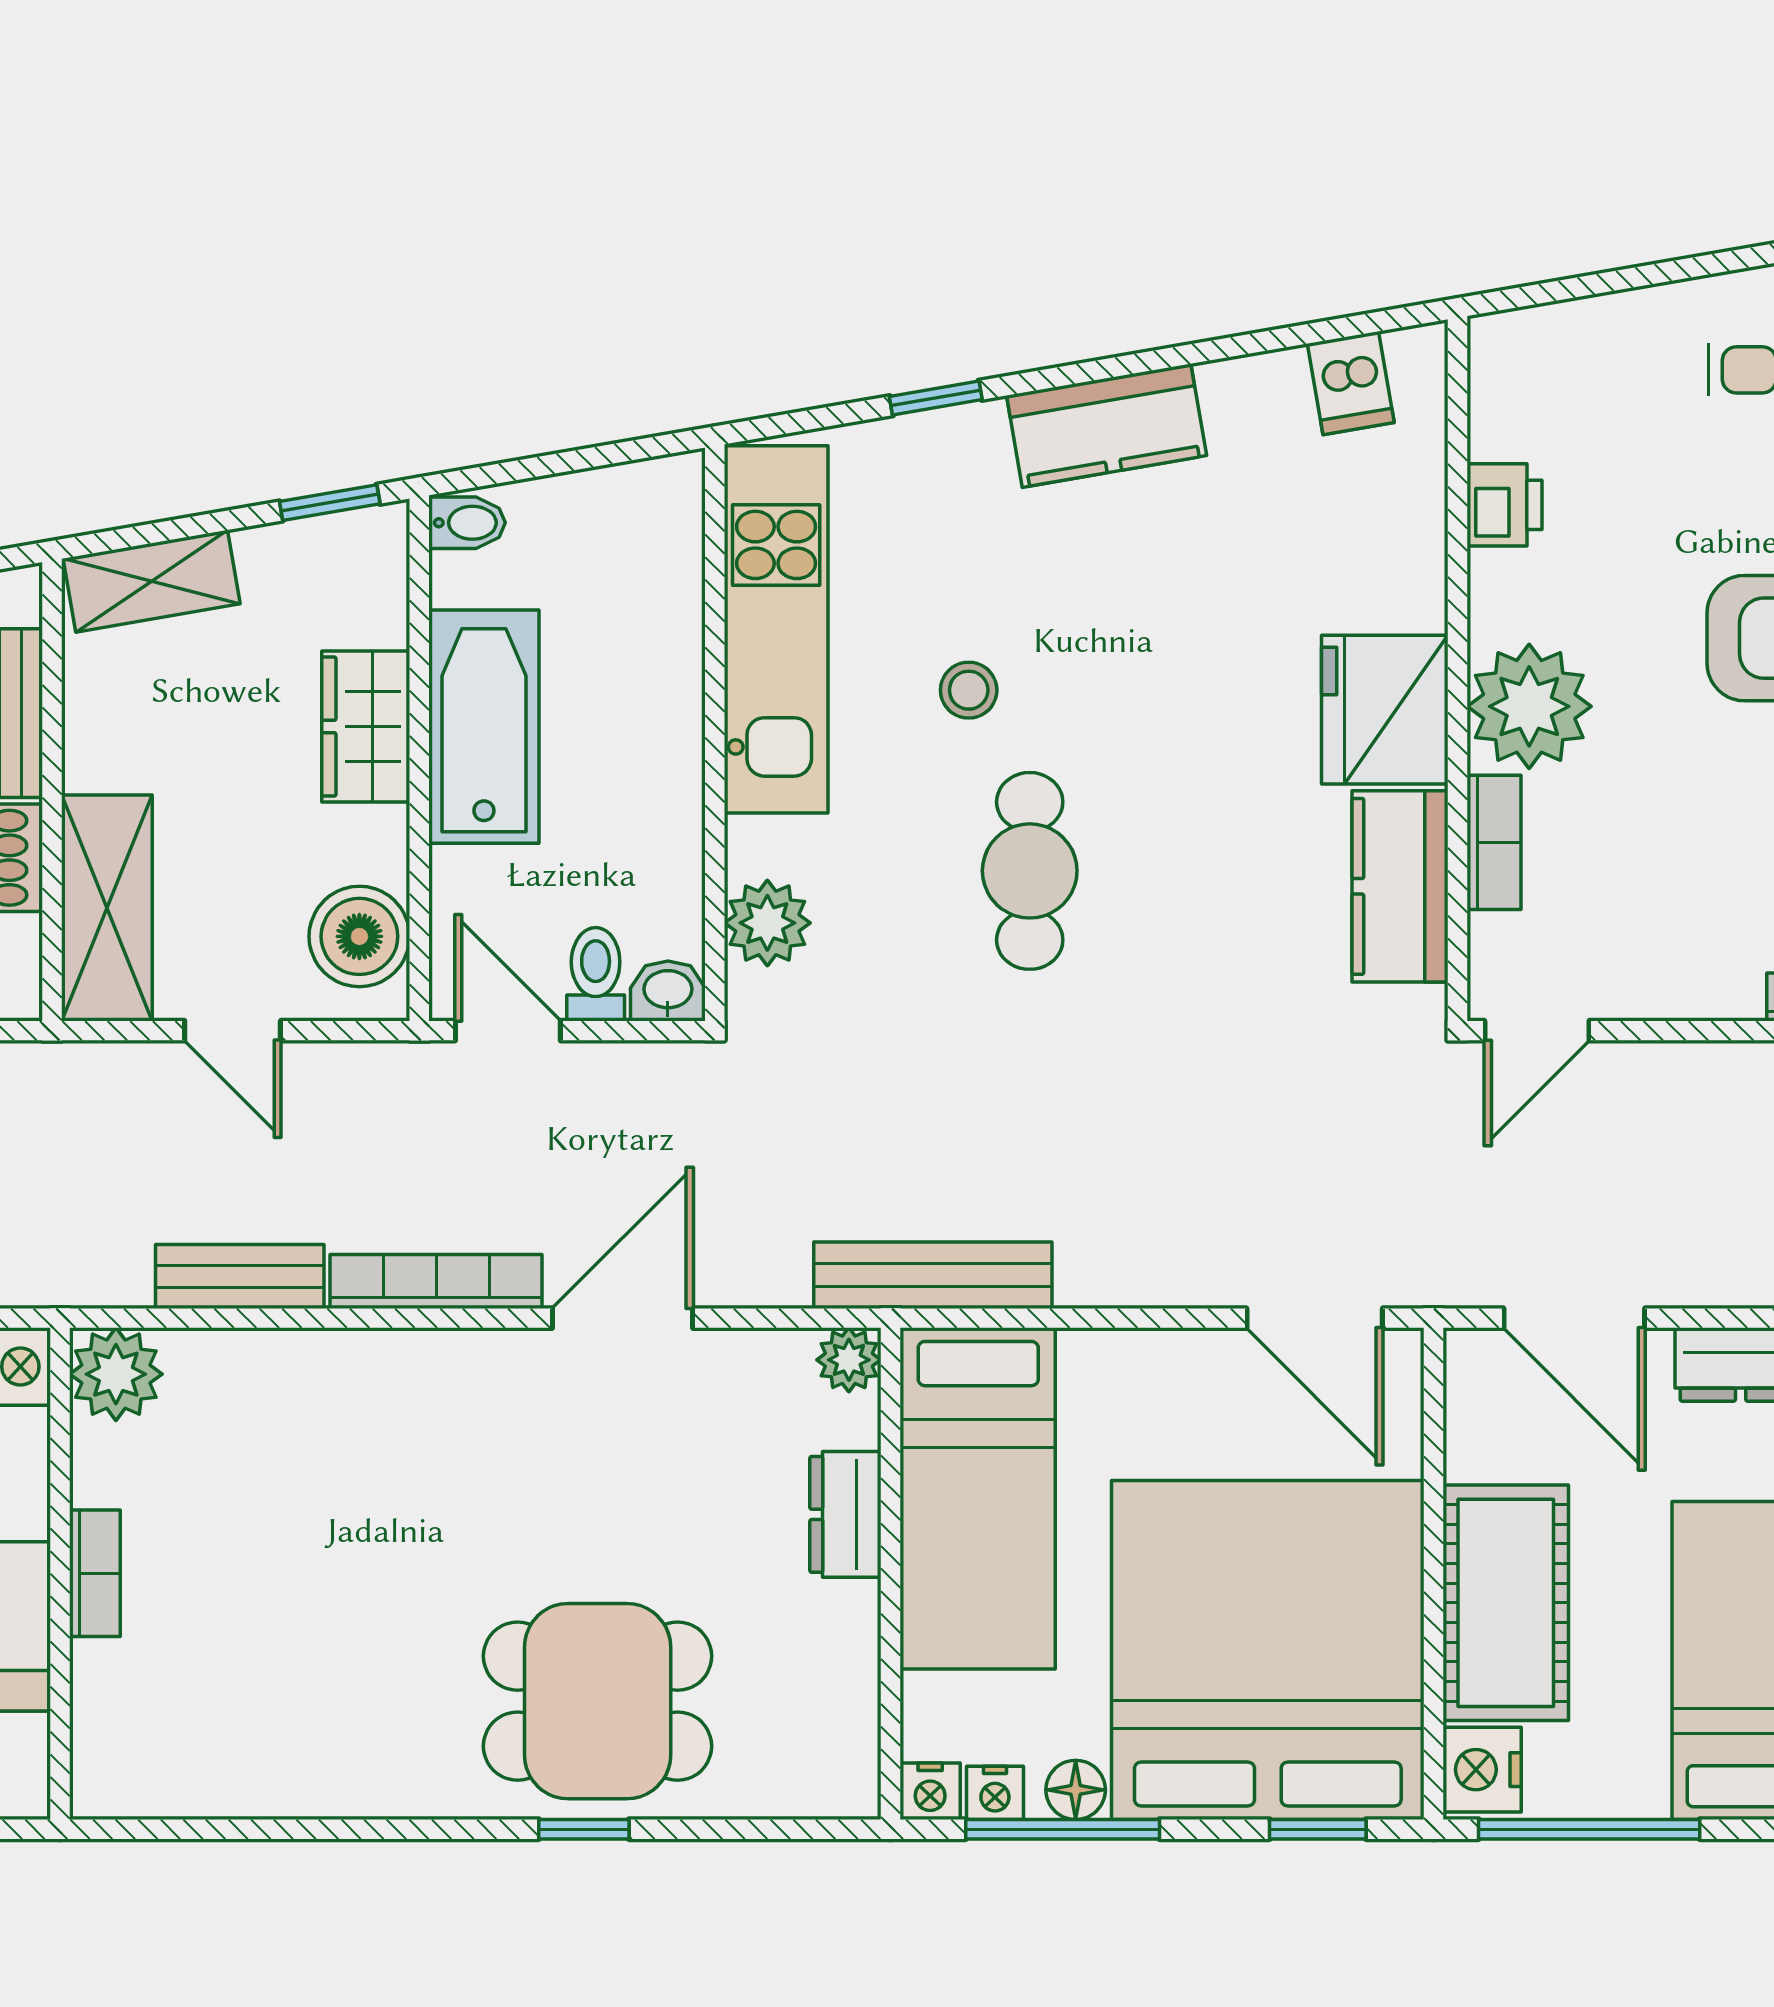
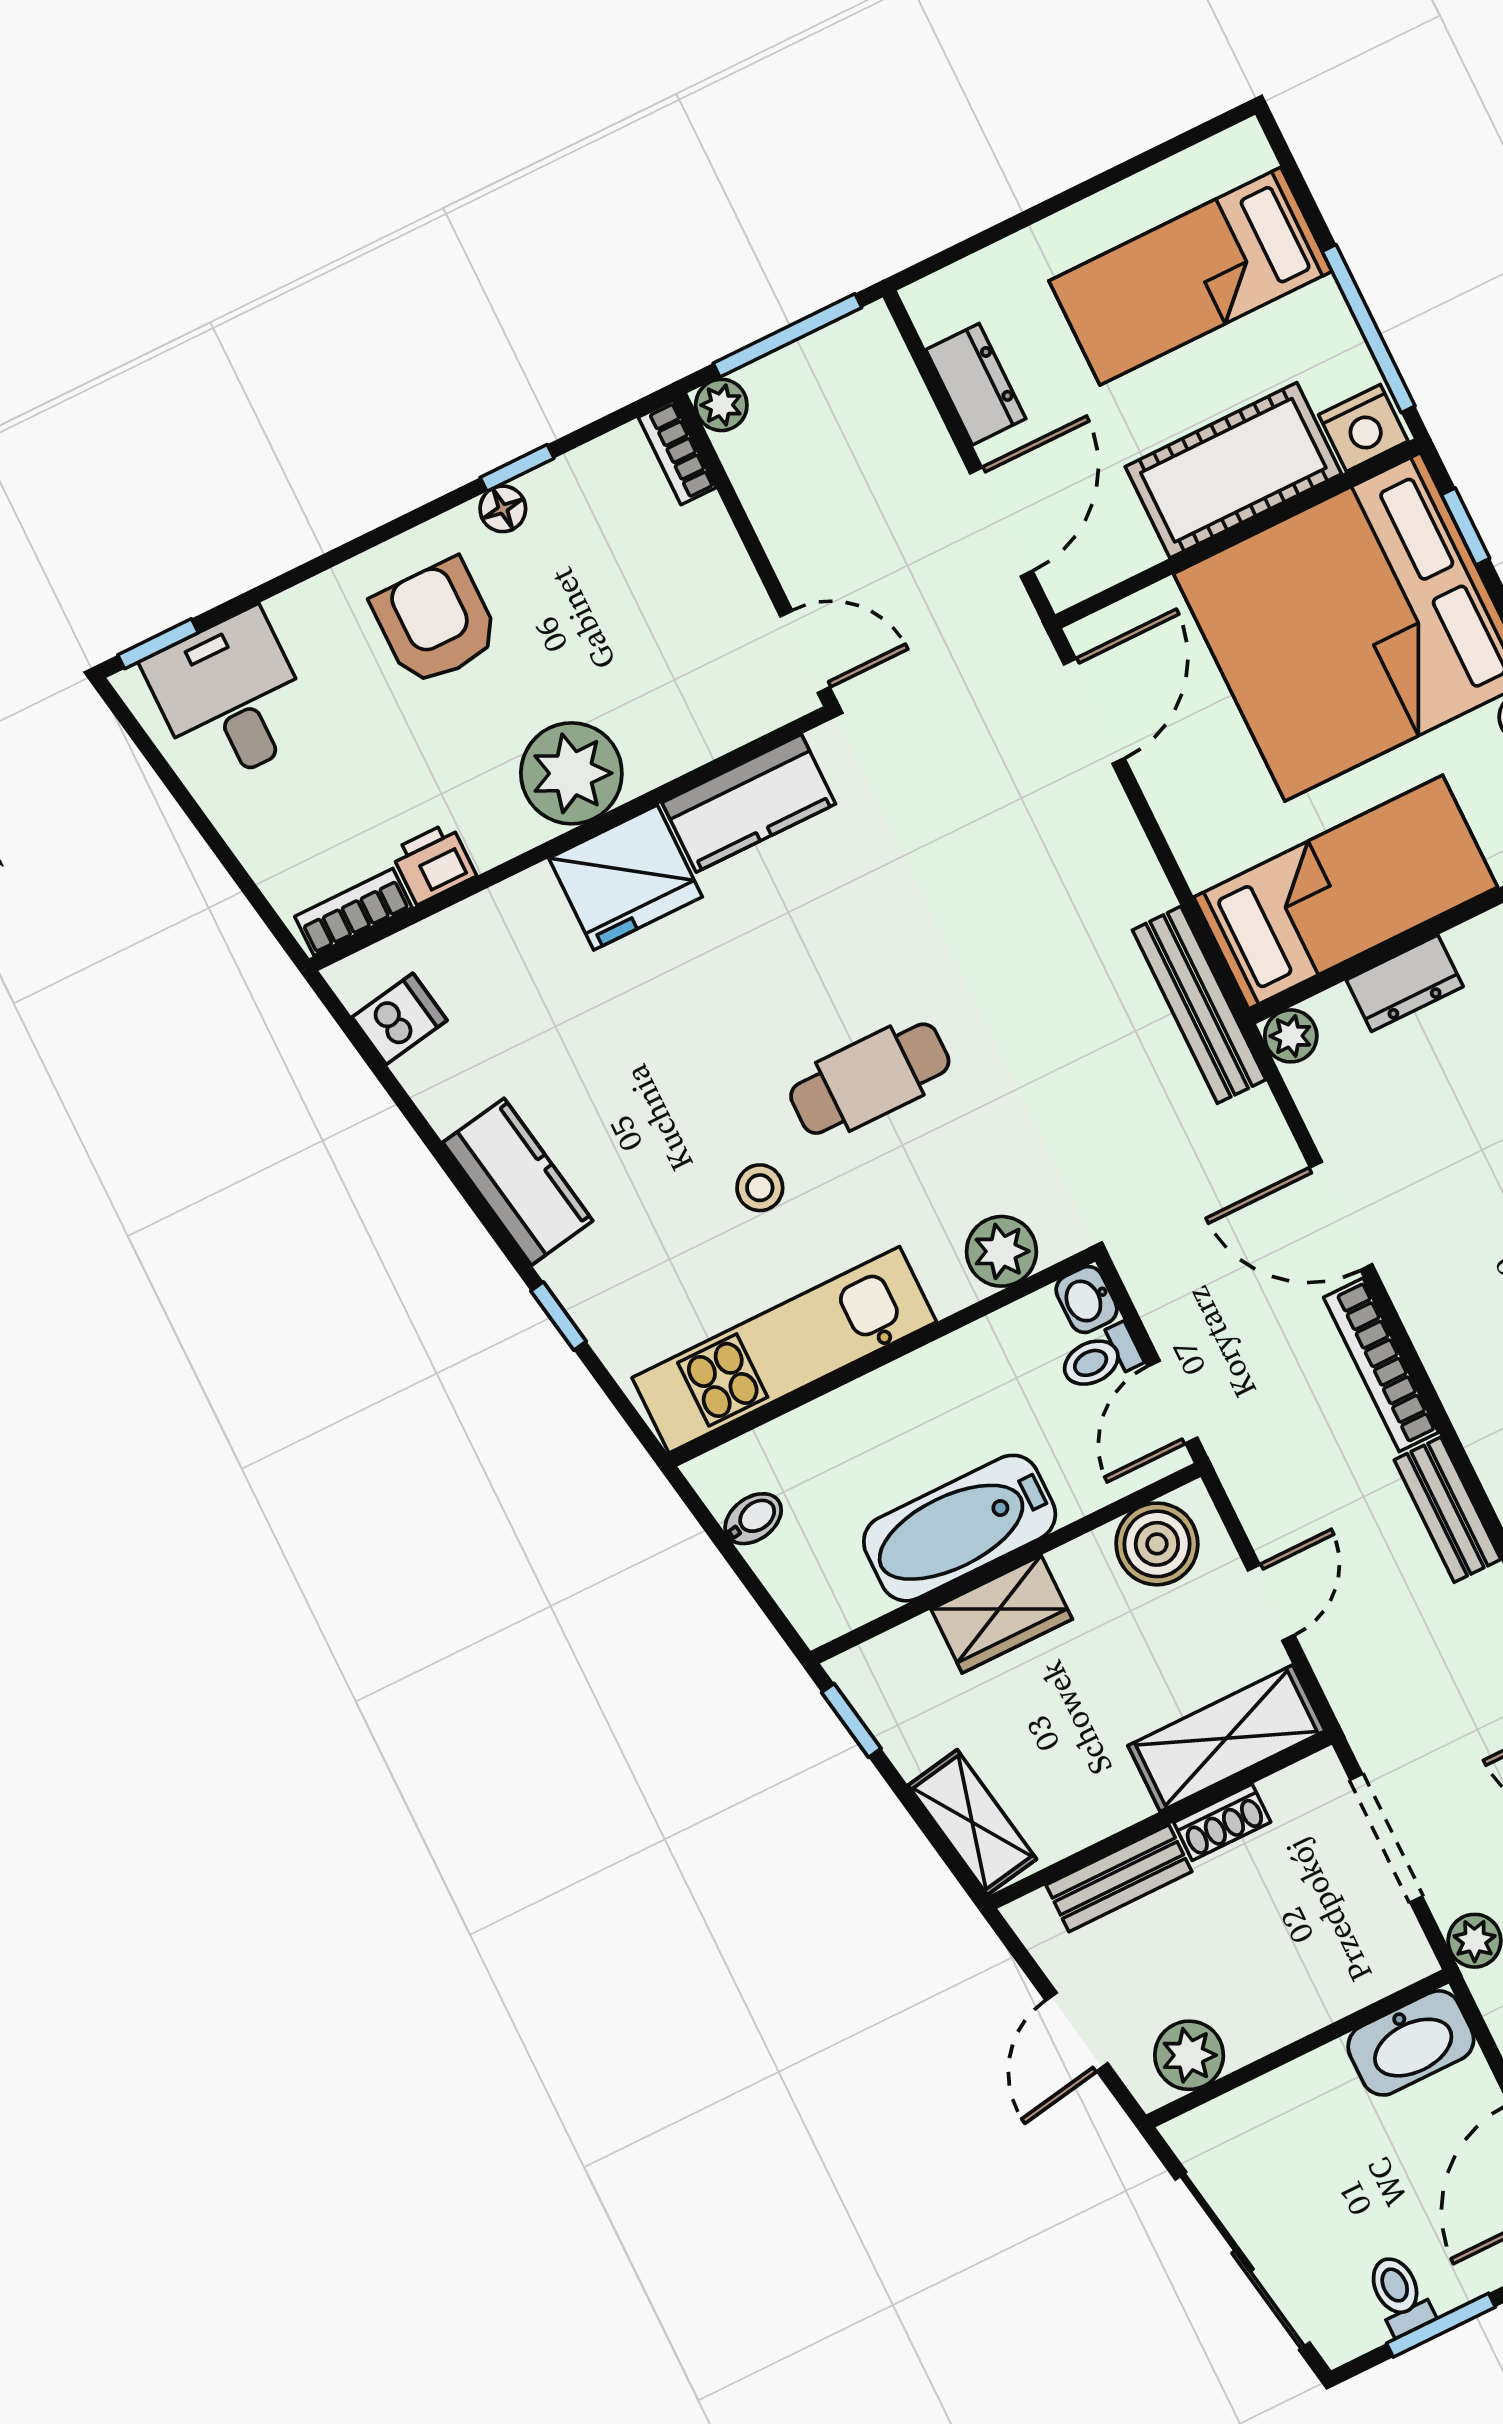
bidet: (467, 523) -> (753, 1519), moved, turned 80
bookcase: (1494, 842) -> (353, 912), moved

